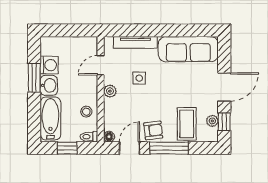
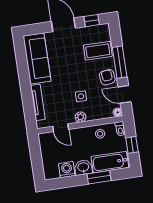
window: (34, 78) -> (99, 177), moved
side table: (139, 78) -> (81, 96), moved
plant: (212, 121) -> (92, 30), removed

